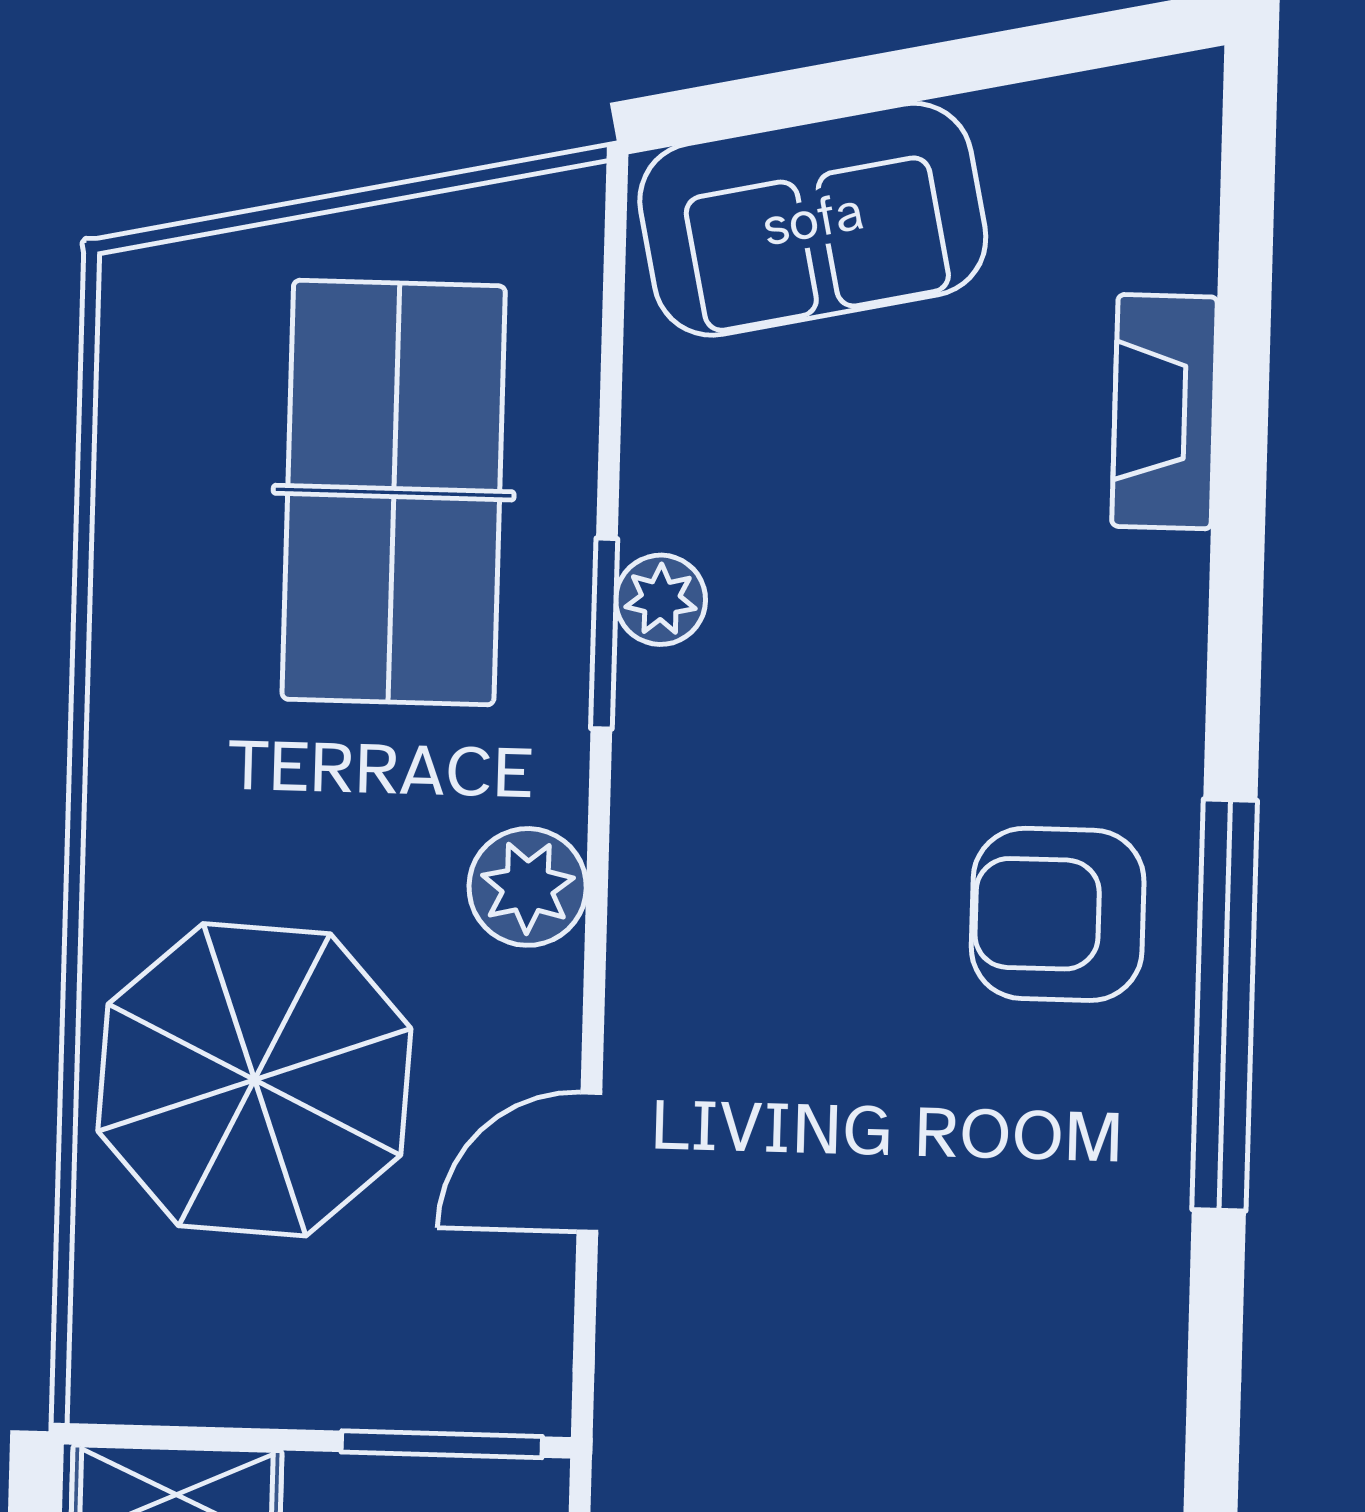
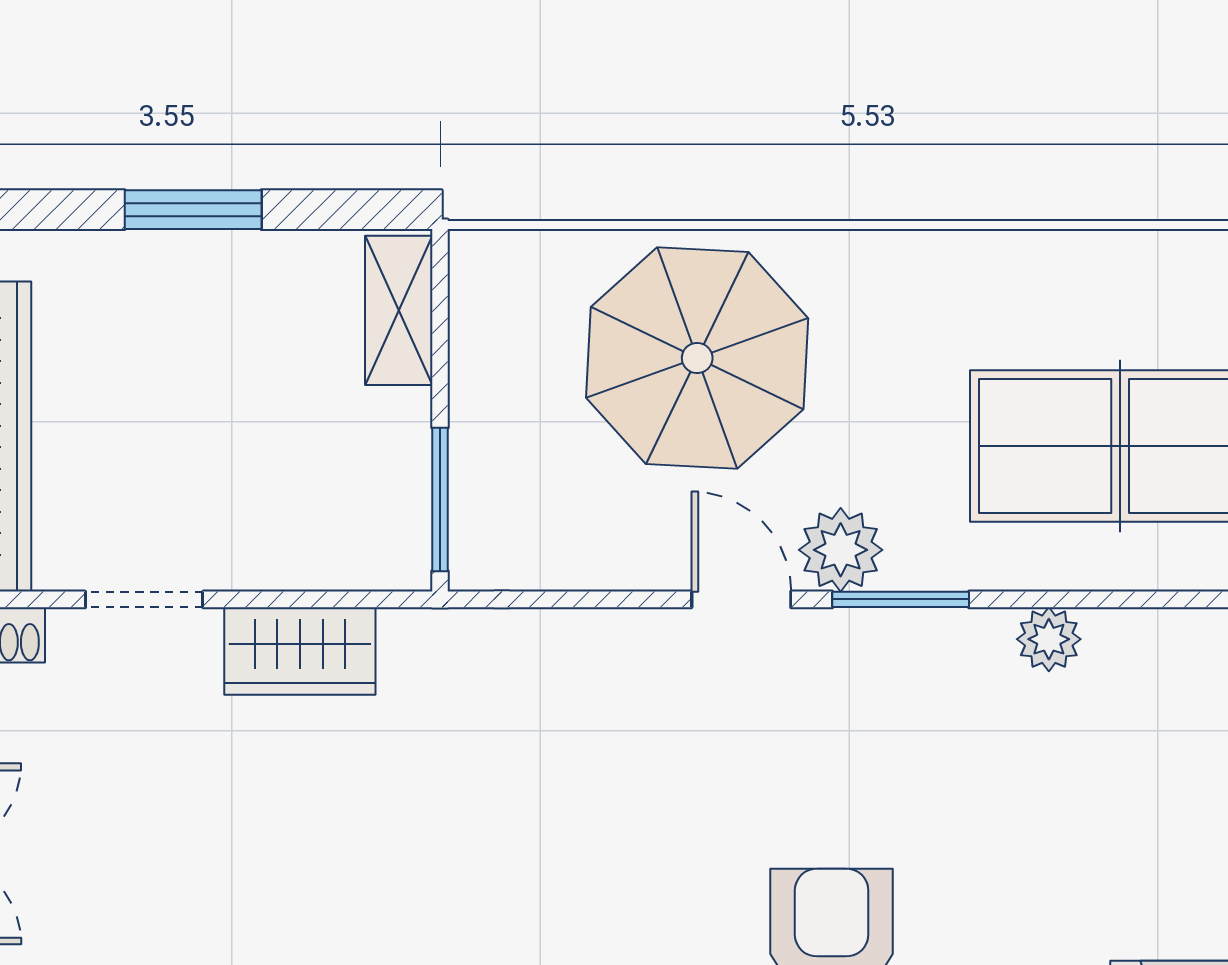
window: (604, 634) -> (901, 599), moved
door: (589, 1162) -> (741, 599), moved

